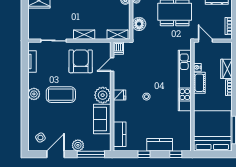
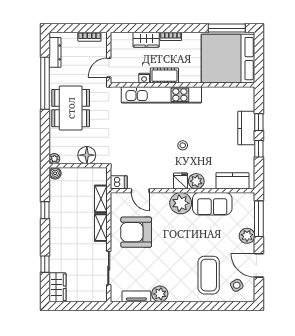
shelving: (117, 35) -> (101, 199), moved
plant: (34, 94) -> (160, 294), moved
coffee table: (61, 95) -> (209, 275), moved
plant: (119, 107) -> (196, 181), added
window: (176, 154) -> (259, 122), moved

